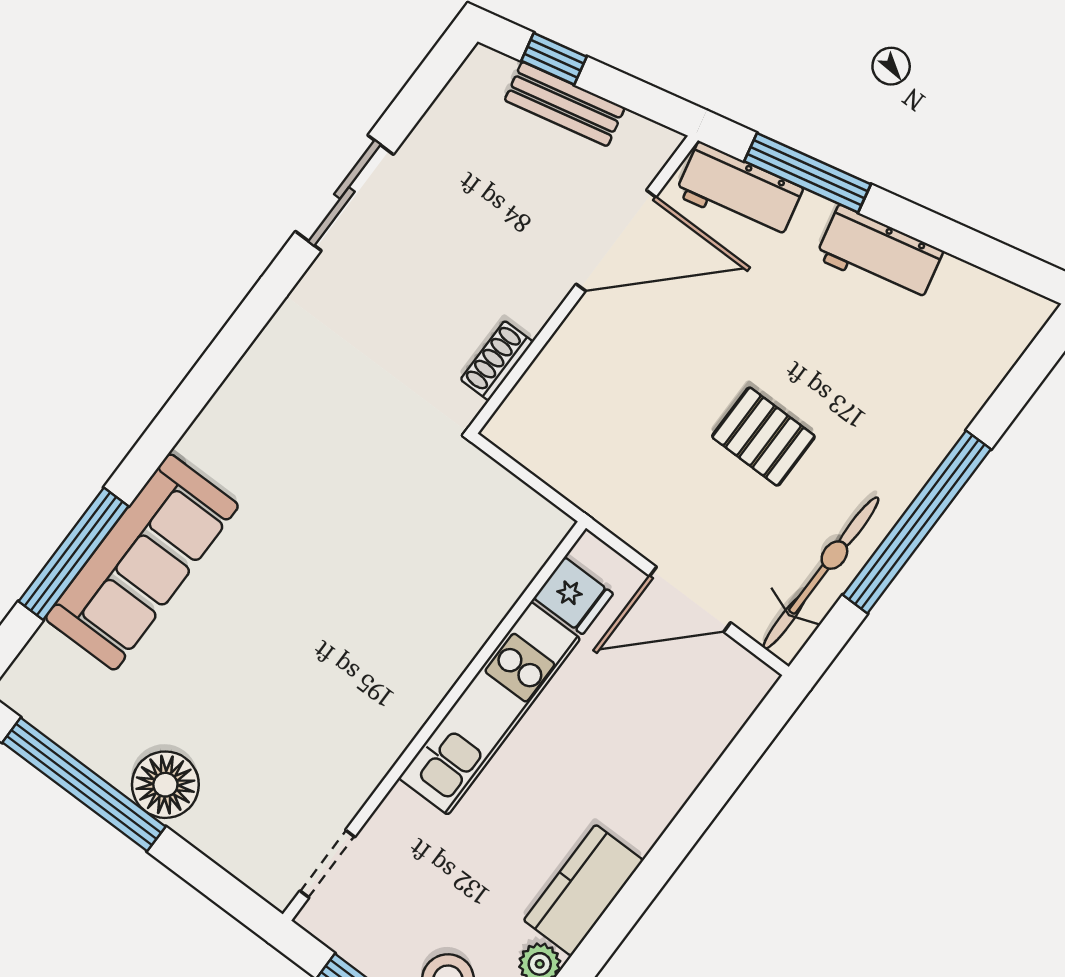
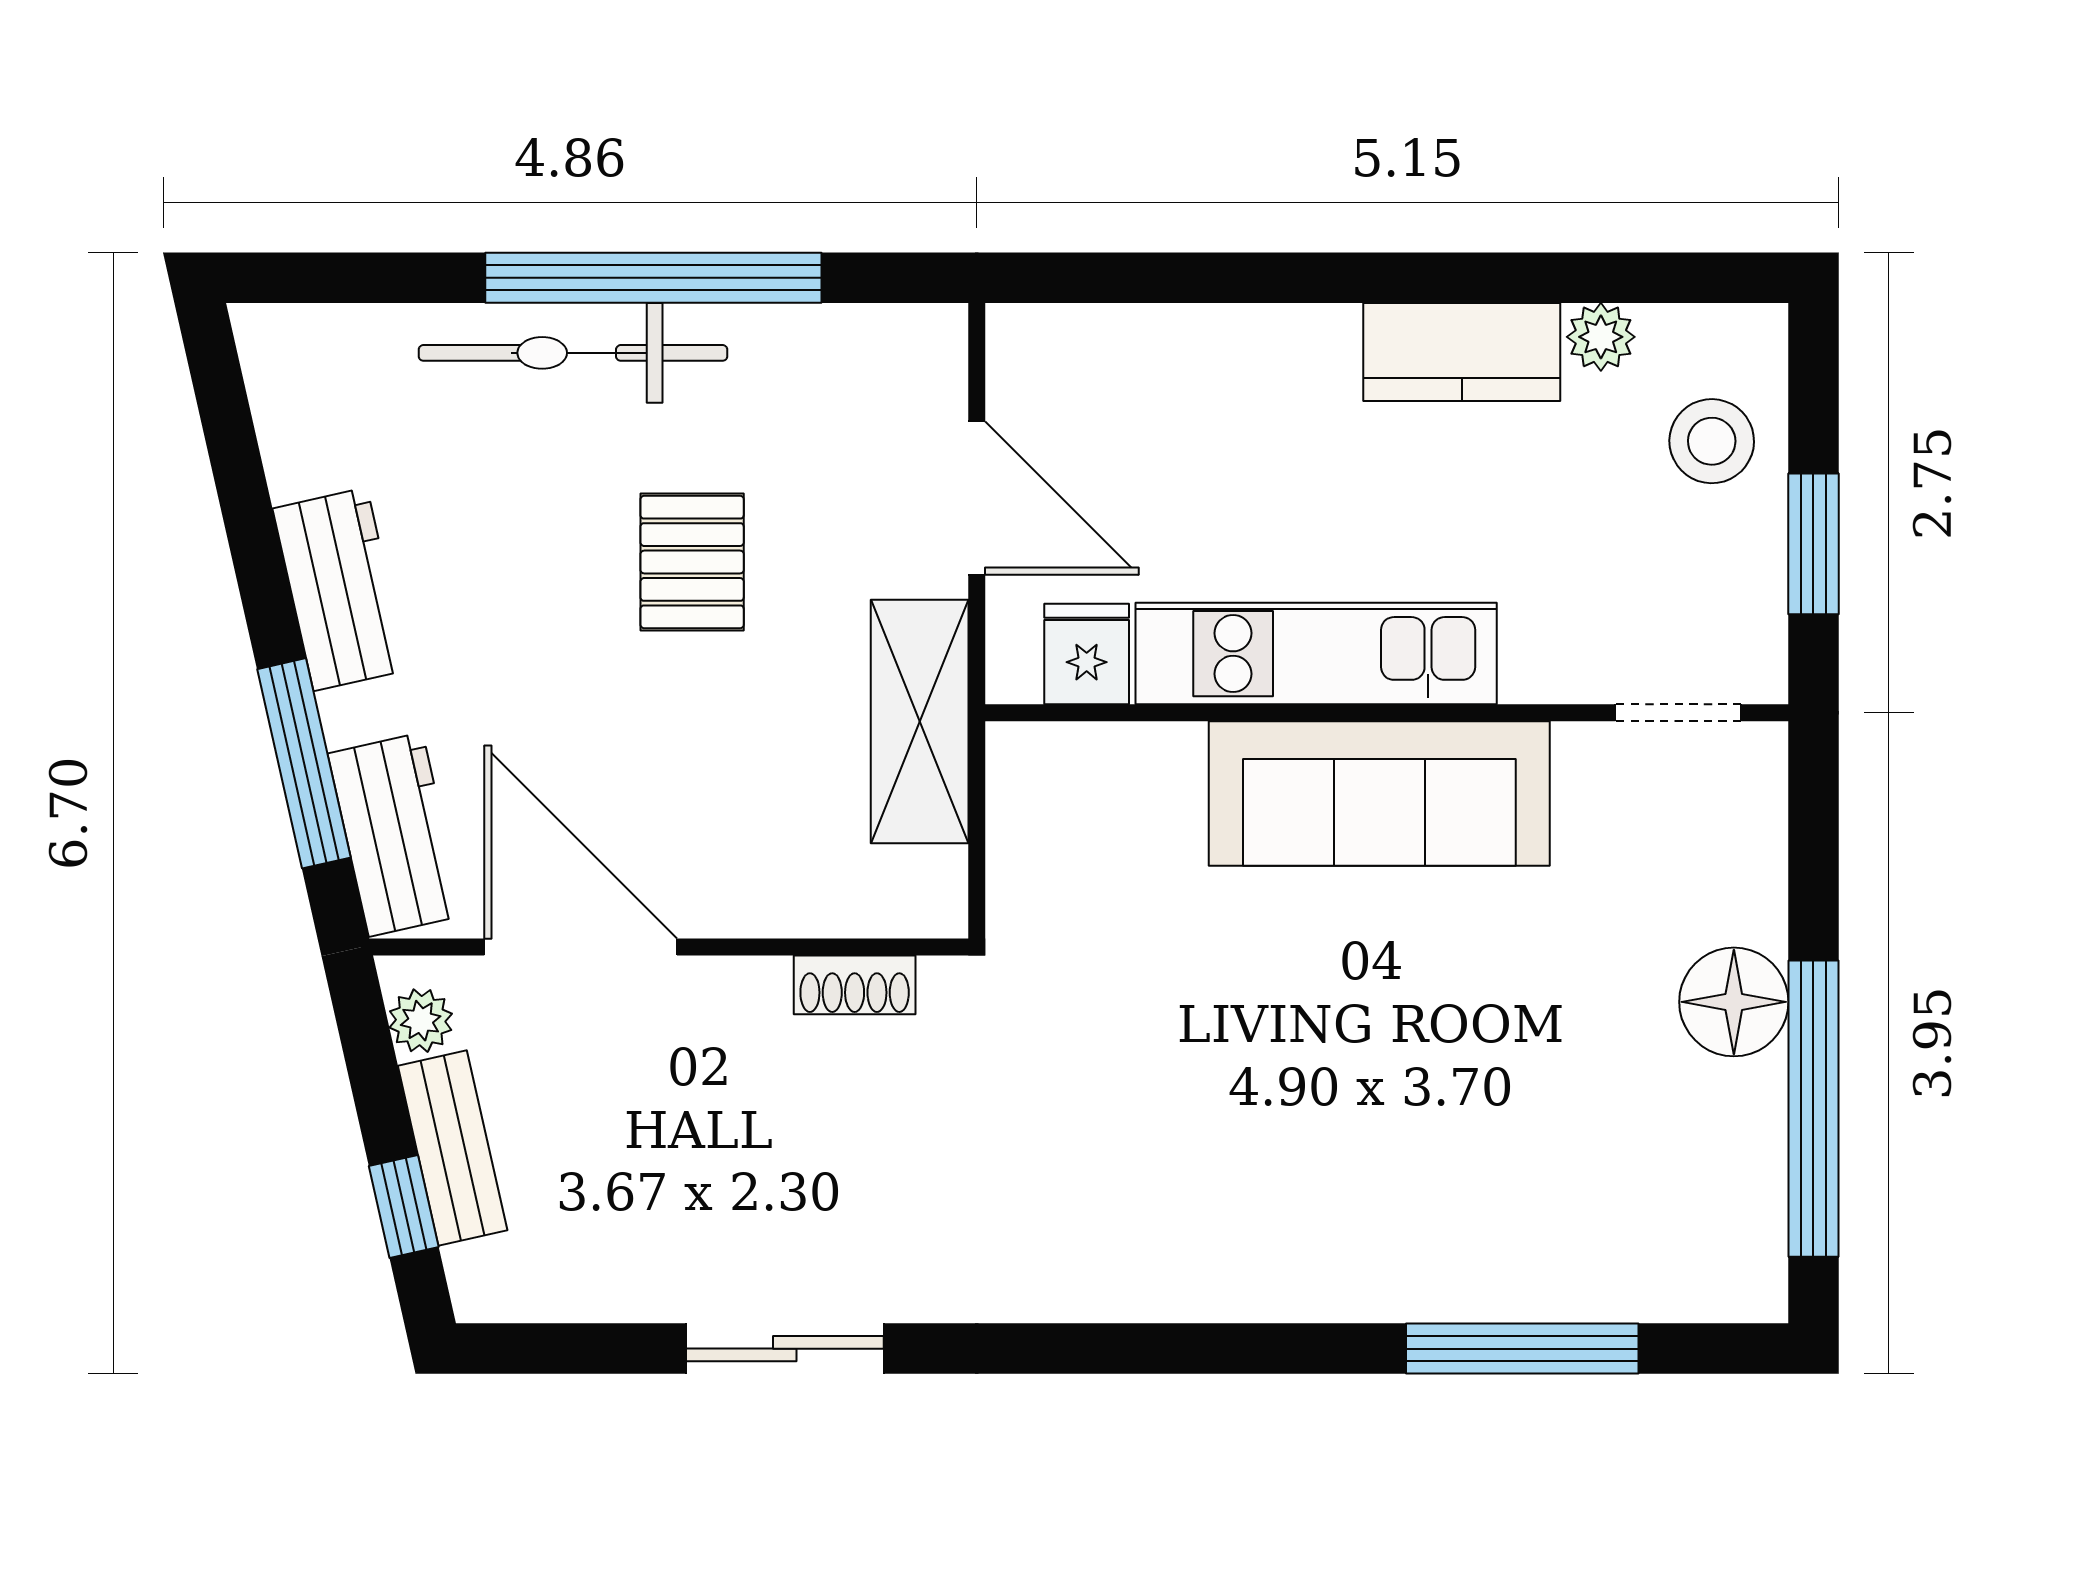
plant: (639, 135) -> (421, 1021), added
shelving: (602, 489) -> (920, 722), added
sofa: (142, 562) -> (1379, 794), moved, turned 180
bicycle: (821, 573) -> (573, 353), moved

